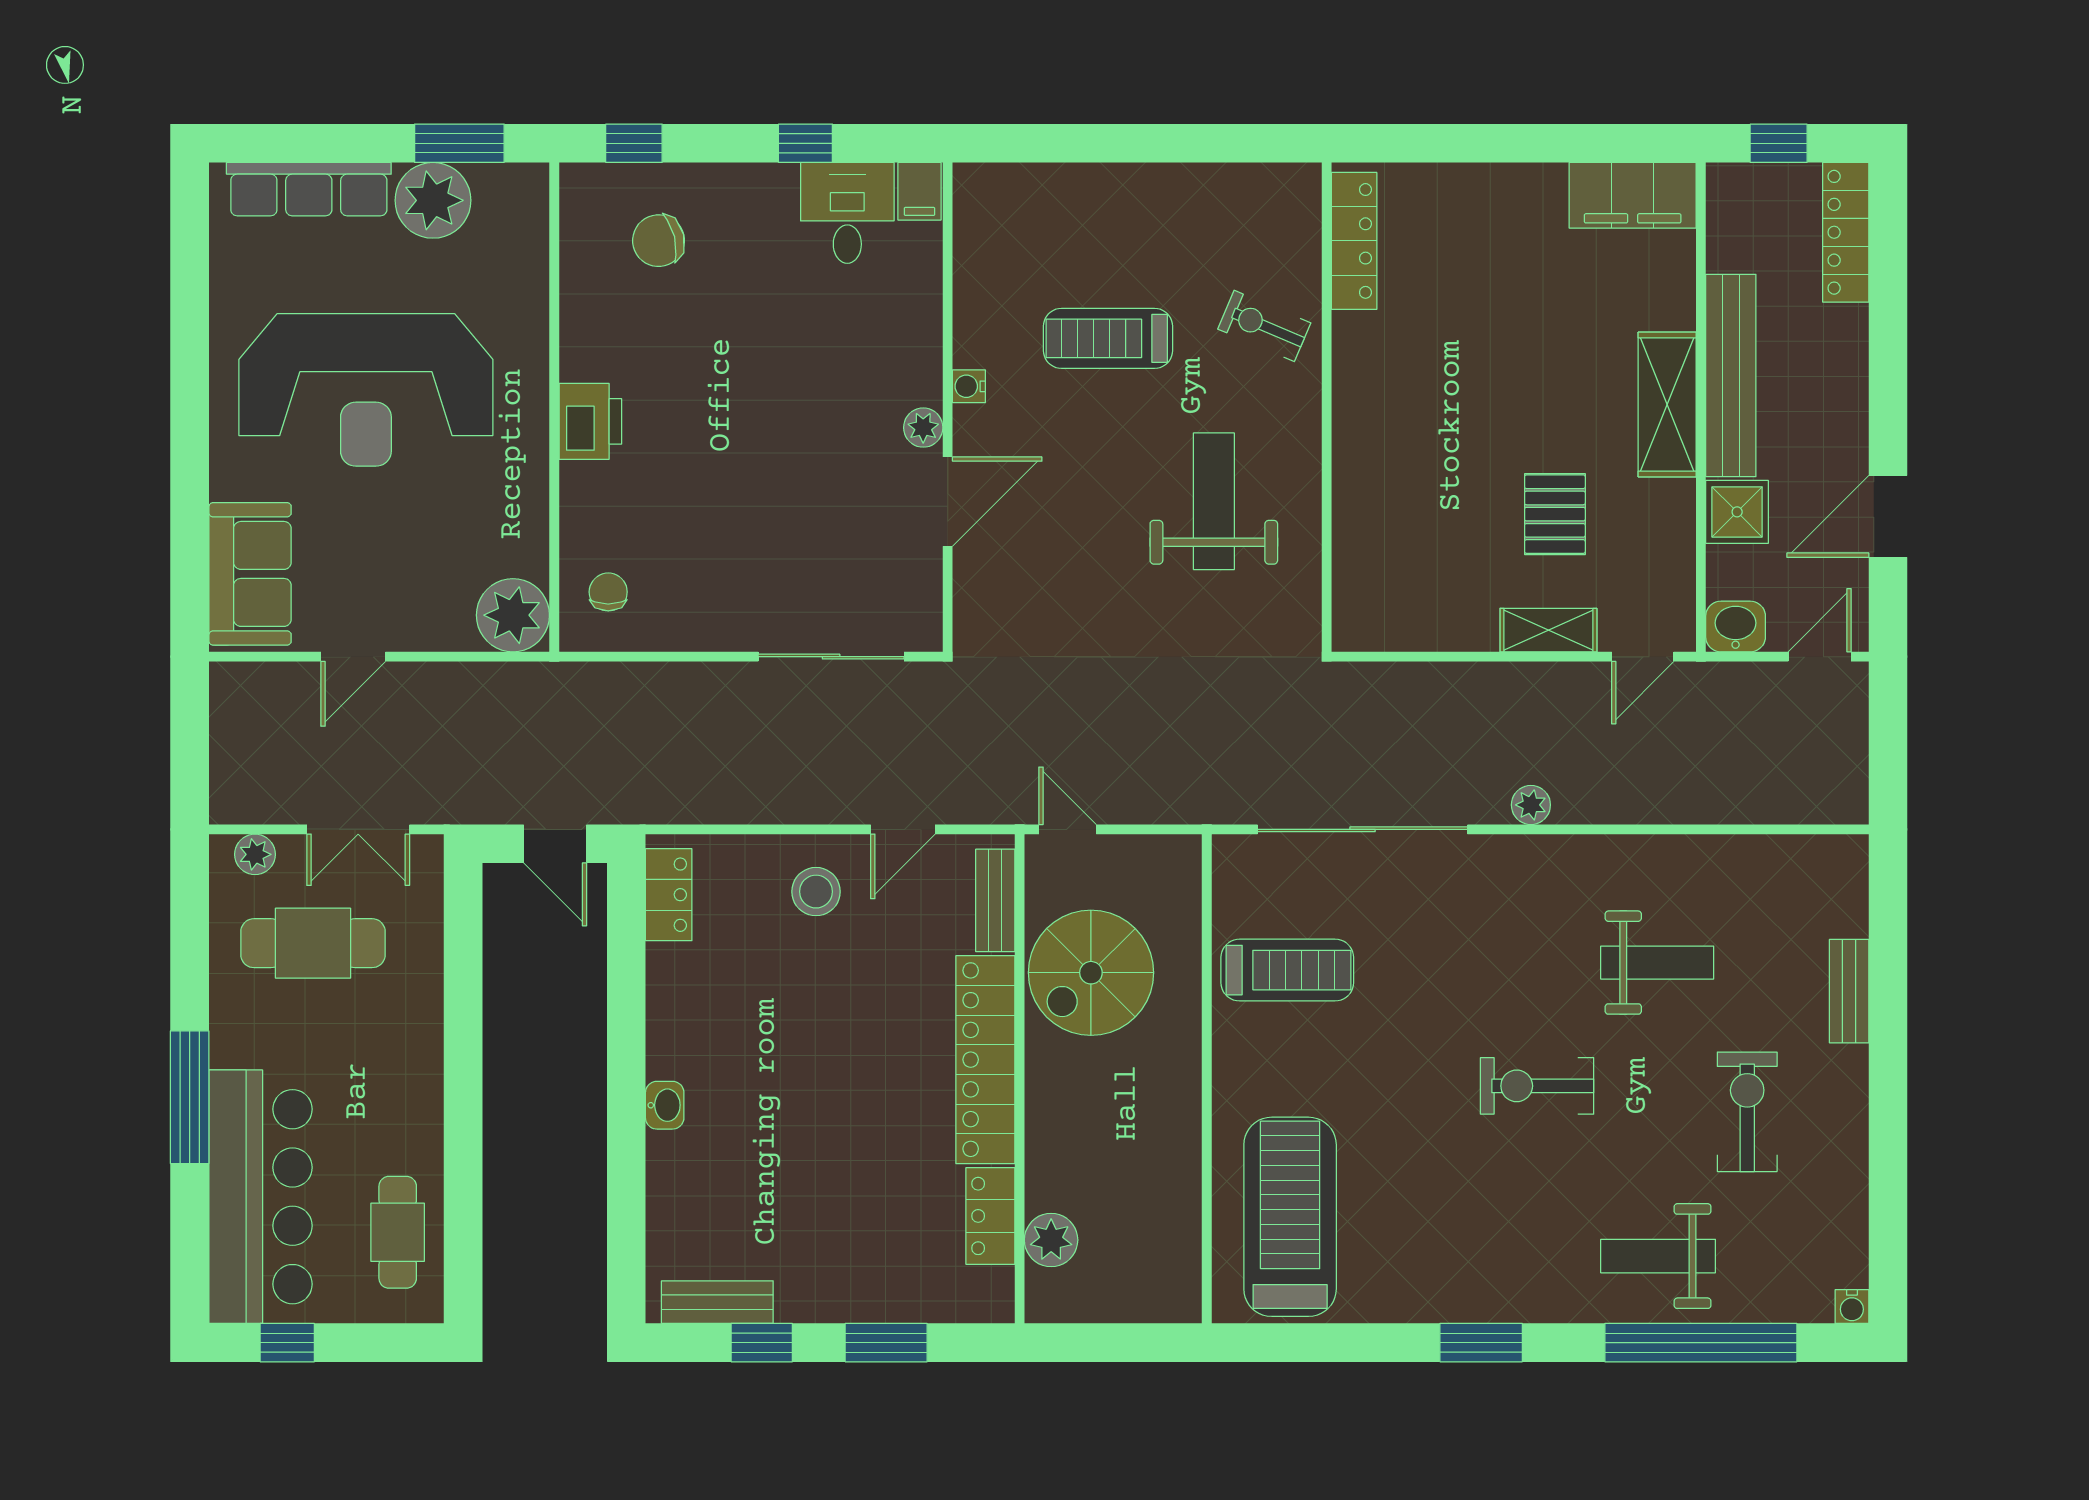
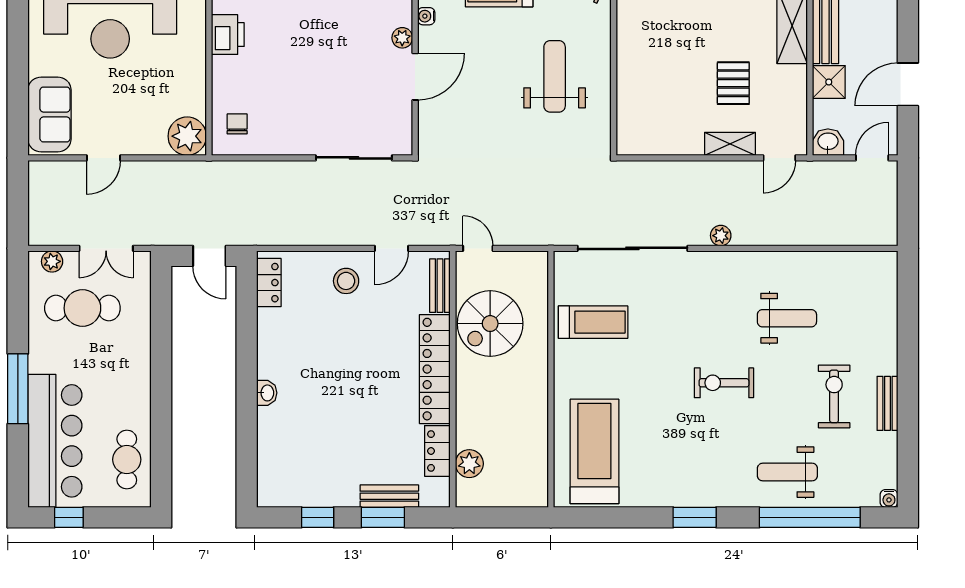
bench: (1849, 991) -> (887, 403), moved
bench: (717, 1302) -> (389, 496), moved

